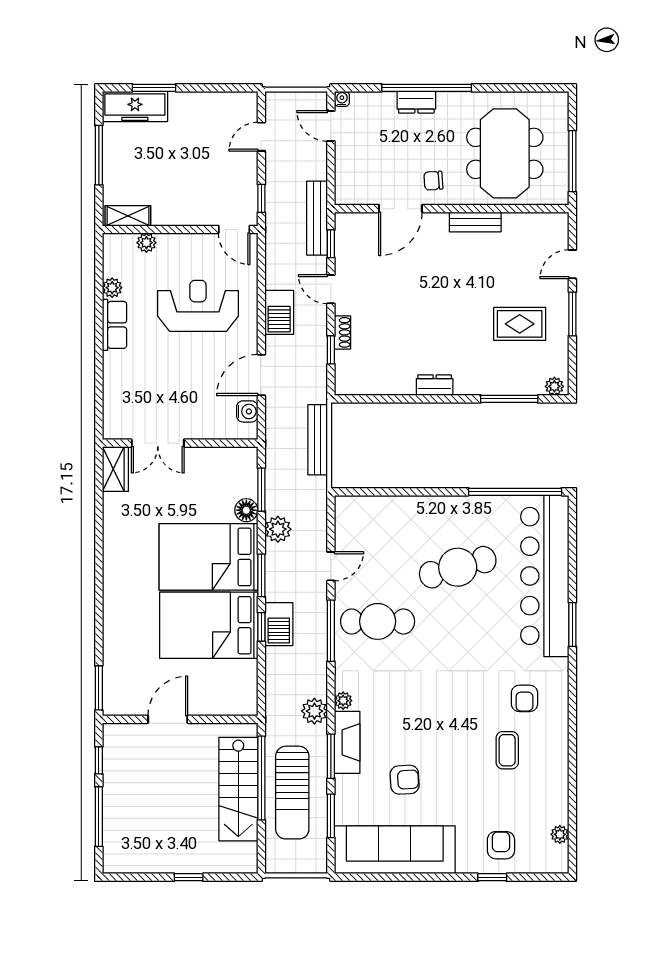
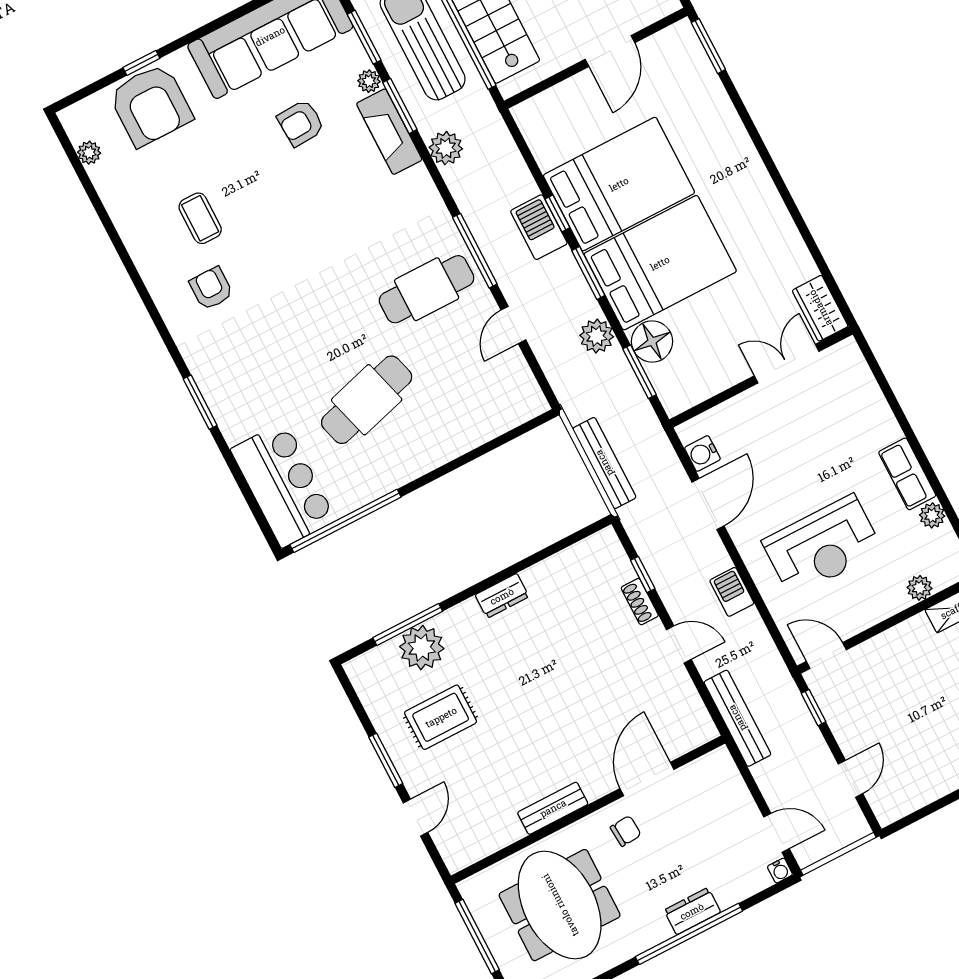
window: (331, 244) -> (706, 697), removed
barbecue: (279, 312) -> (732, 592), width x0.73, depth x0.79
plant: (554, 386) -> (422, 648), moved, width x1.87, depth x1.87
floor lamp: (246, 510) -> (652, 342), width x1.38, depth x1.38
bar counter: (545, 576) -> (283, 485), width x0.54
plant: (343, 701) -> (369, 81), moved
armchair: (501, 845) -> (151, 105), width x1.88, depth x1.88

